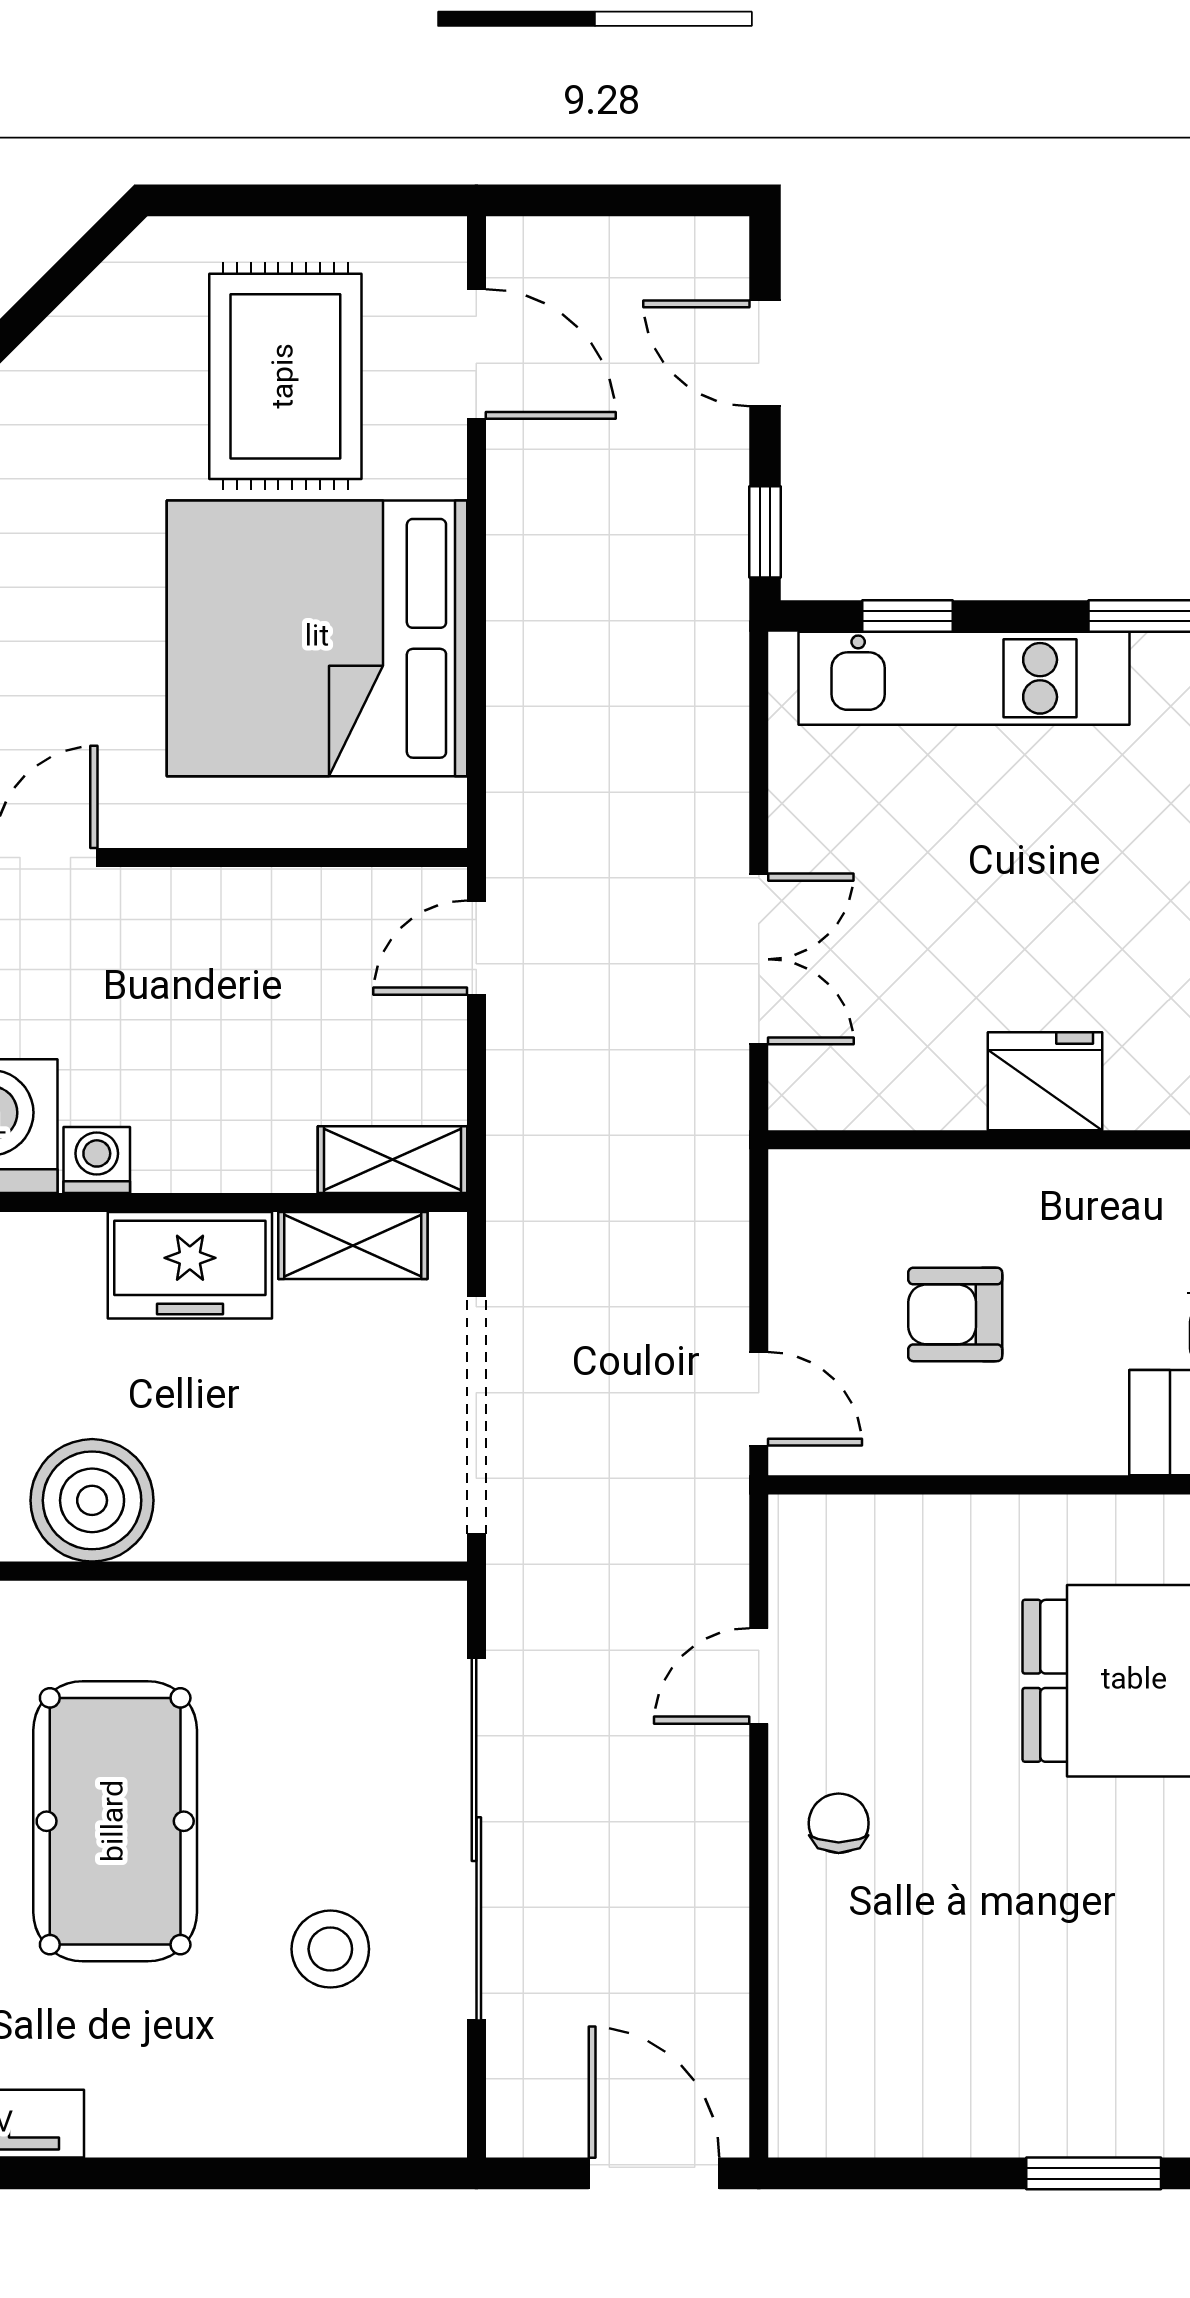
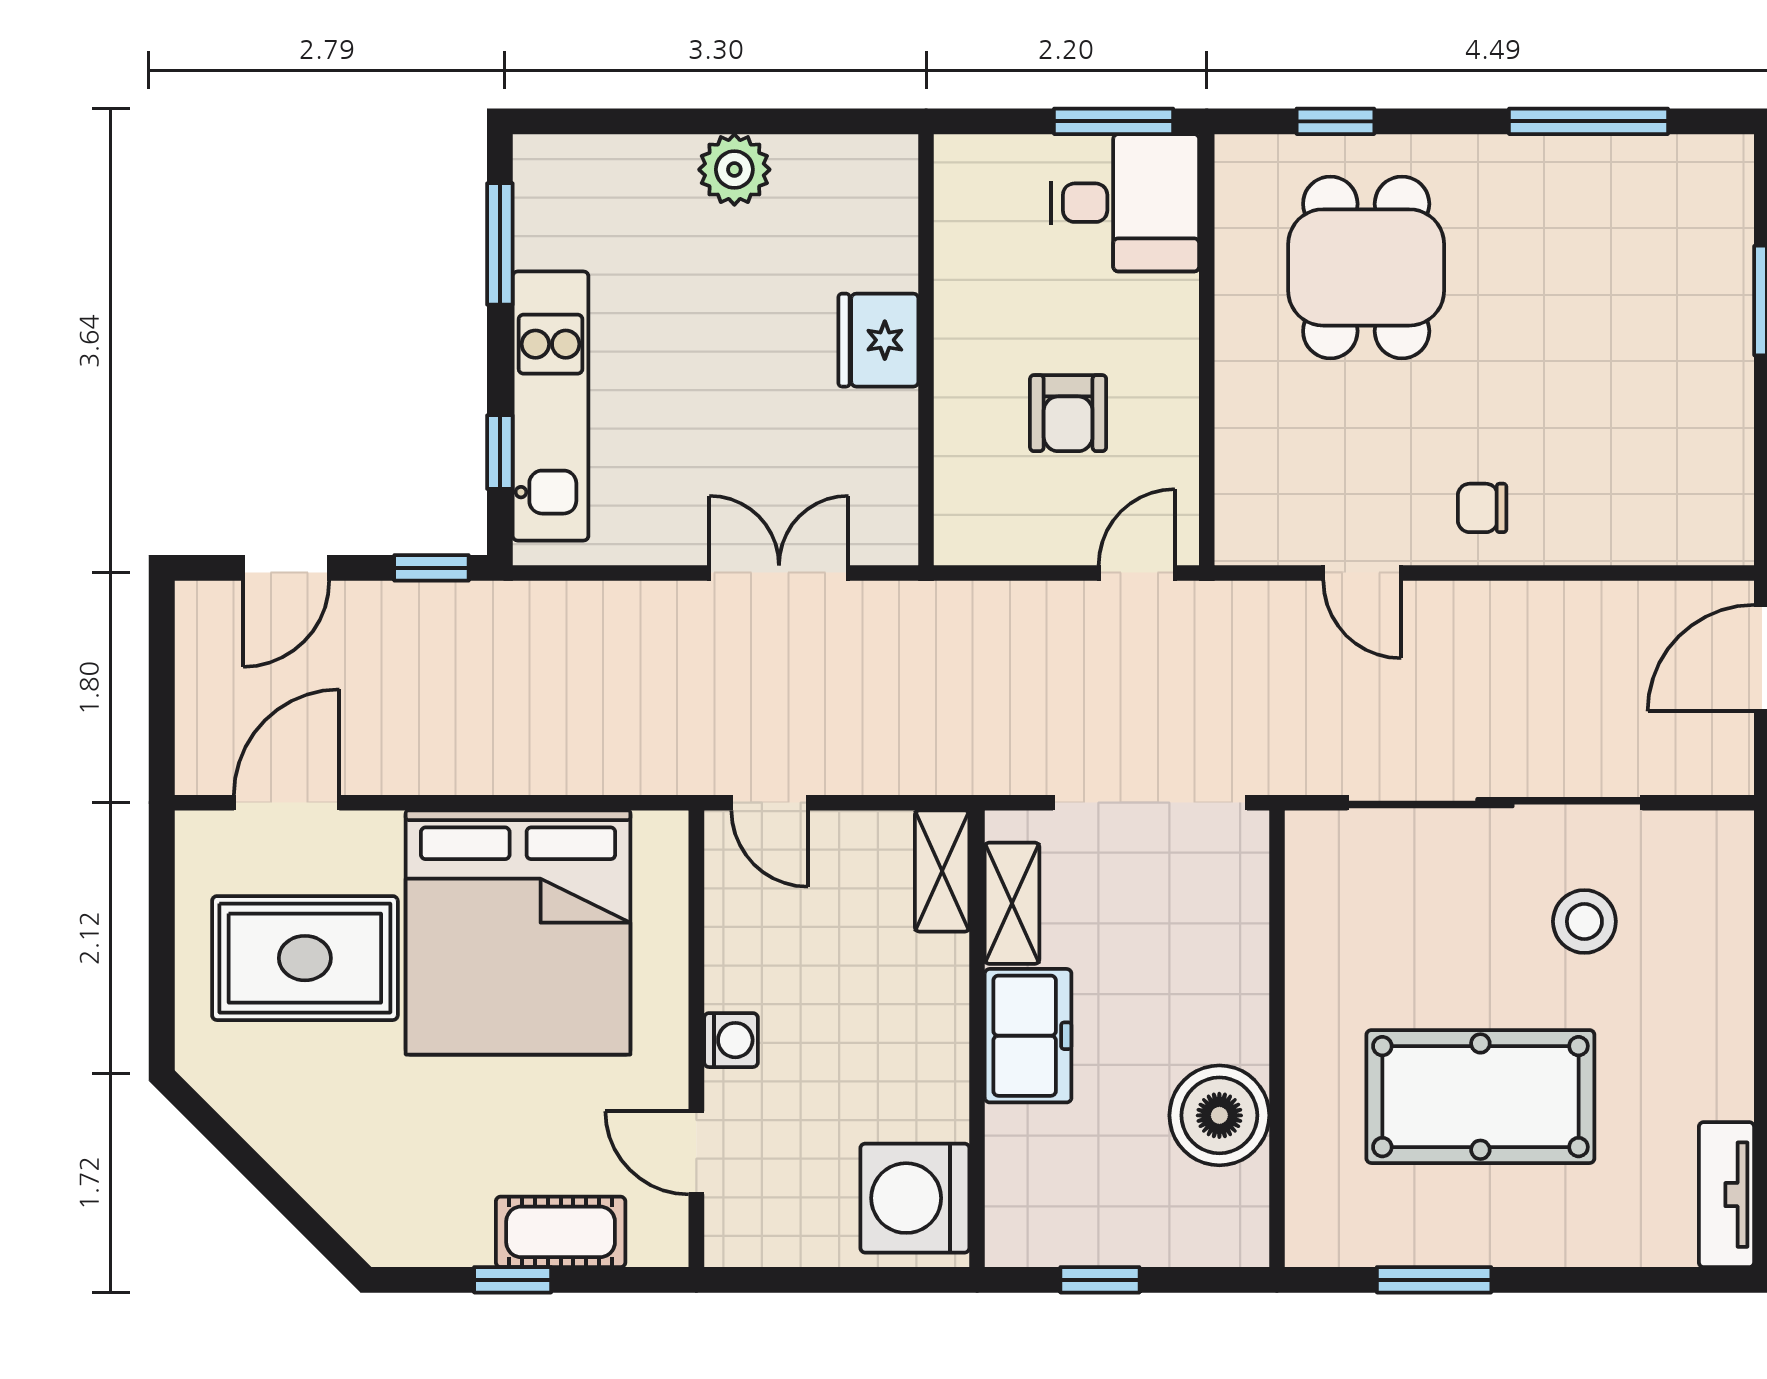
washing machine: (97, 1160) -> (731, 1040), moved, turned 180

